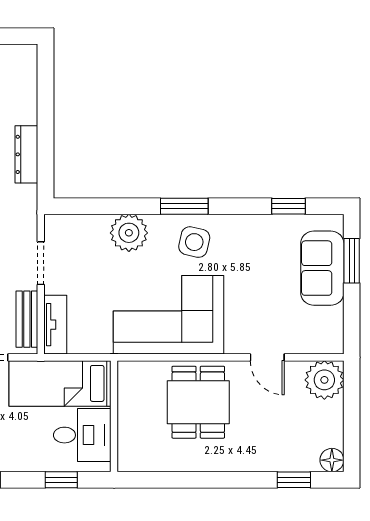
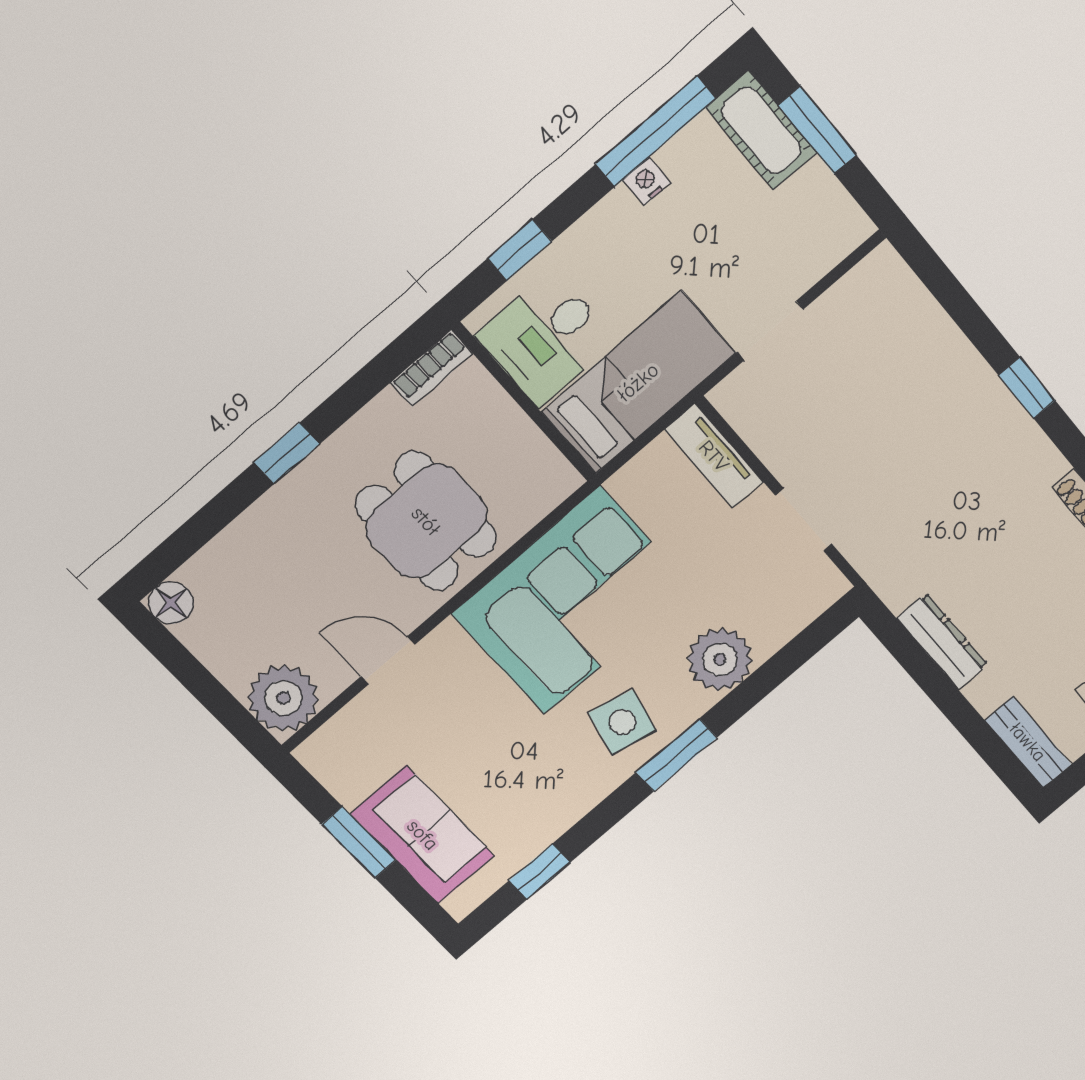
window: (352, 261) -> (359, 842), moved
bench: (27, 319) -> (1028, 742), moved
bookcase: (139, 463) -> (432, 368), added
window: (294, 480) -> (287, 453), moved

